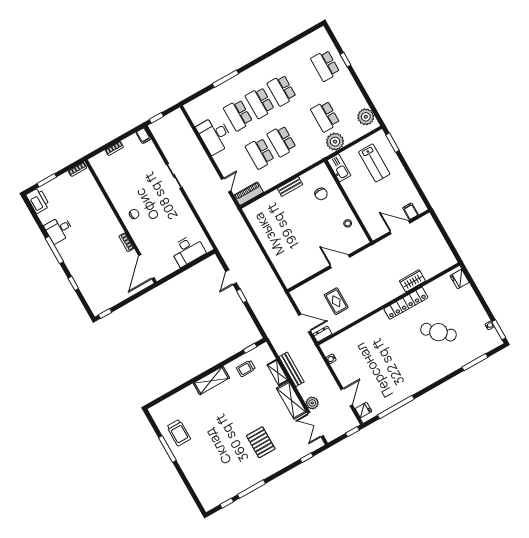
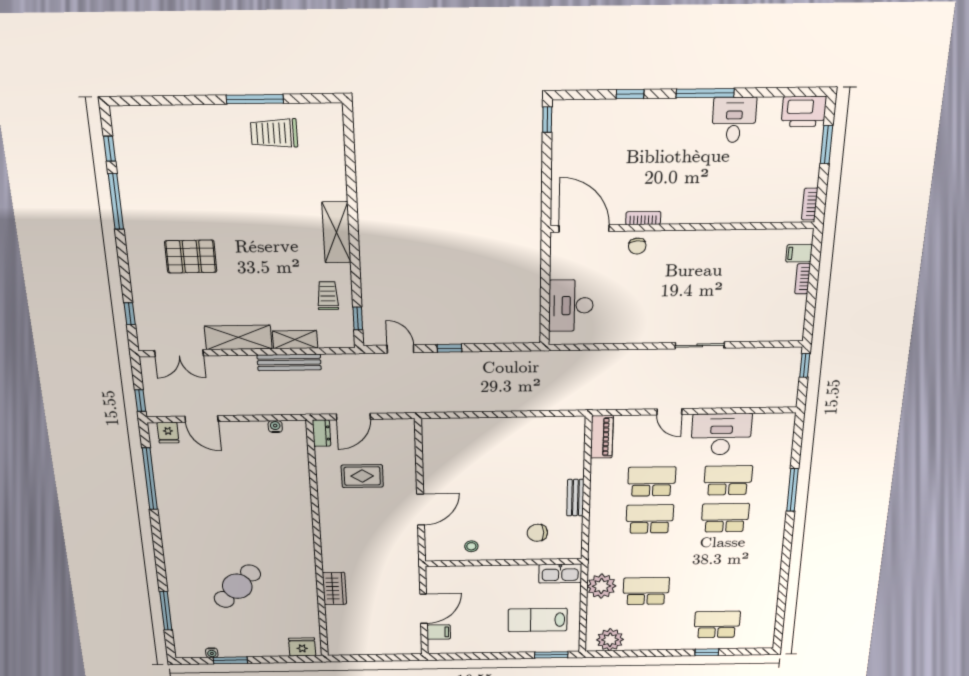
school desk: (282, 90) -> (722, 554), removed
filing cabinet: (143, 136) -> (799, 253), moved
door: (226, 185) -> (669, 412), moved
chair: (134, 214) -> (637, 246), moved
door: (231, 277) -> (400, 349), moved
locker: (406, 303) -> (305, 565), removed
window: (499, 330) -> (230, 660), moved
plant: (312, 403) -> (218, 366), removed
double door: (315, 425) -> (179, 353), swing flipped

